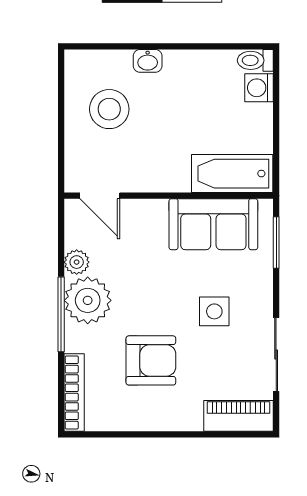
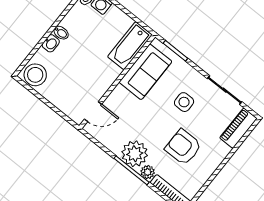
bidet: (174, 63) -> (61, 33), added
stool: (109, 109) -> (35, 75), moved
plant: (77, 262) -> (148, 172), moved
armchair: (151, 360) -> (183, 147), turned -90

